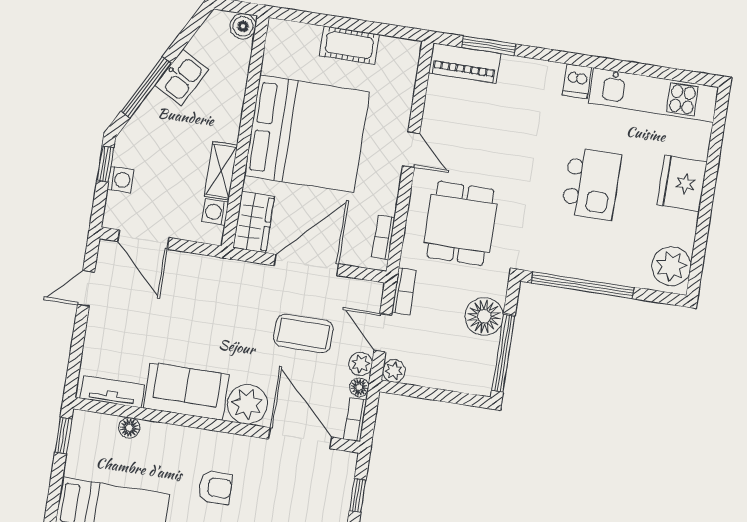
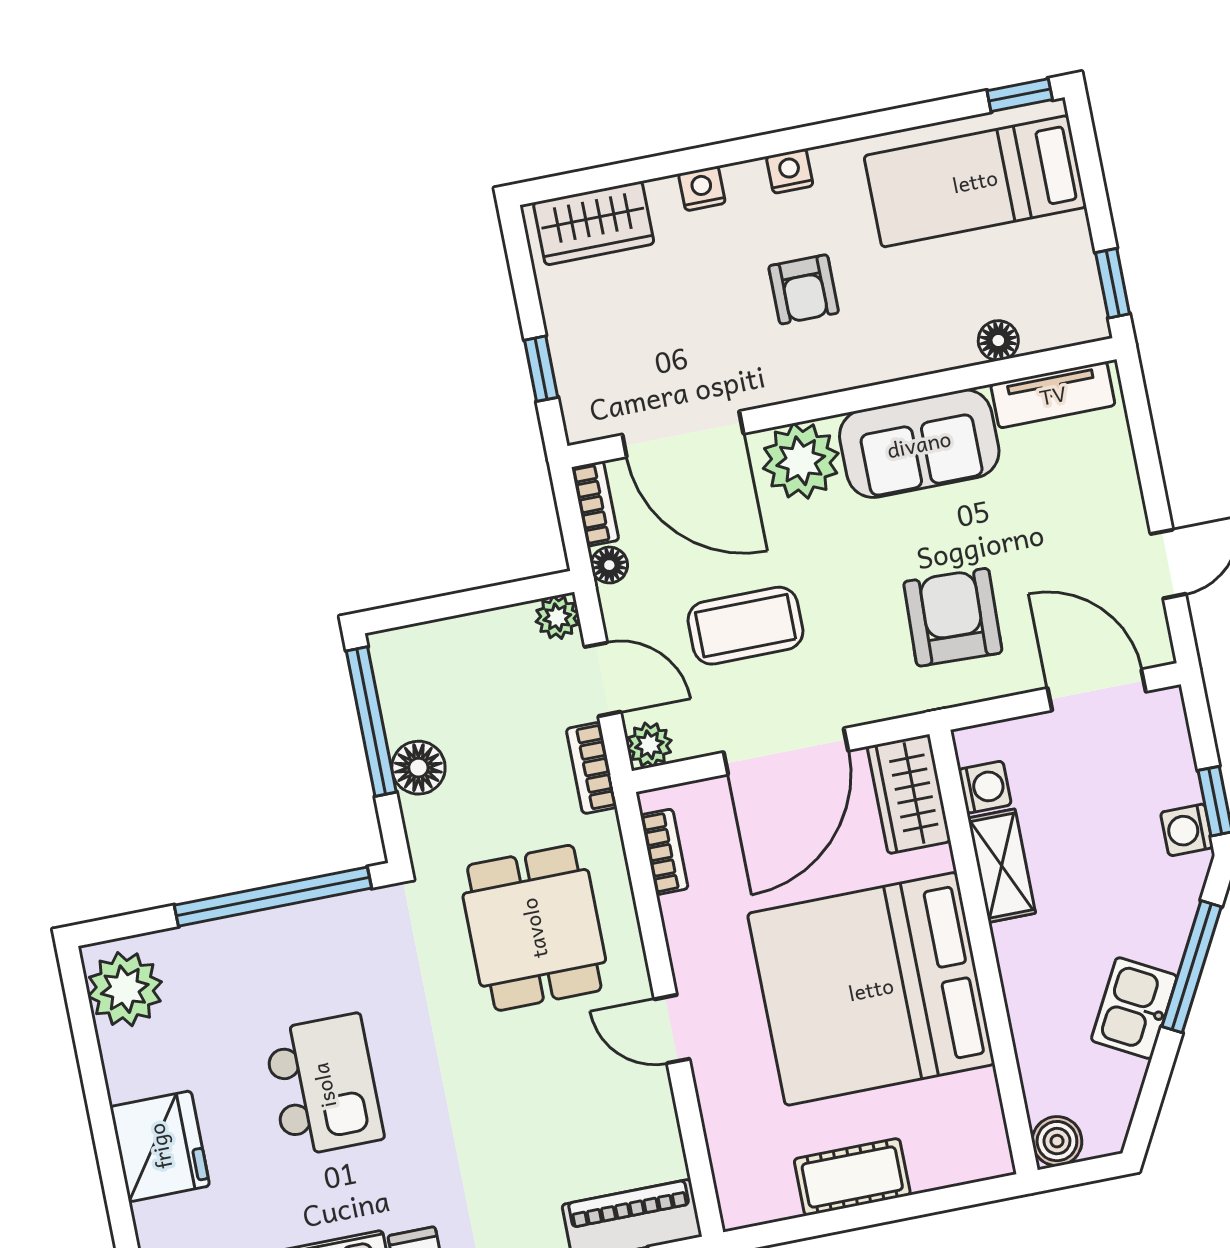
washing machine: (120, 180) -> (1187, 830), moved
kitchen island: (591, 184) -> (324, 1085), turned 180
armchair: (201, 301) -> (953, 617), added
floor lamp: (484, 316) -> (418, 768), width x0.73, depth x0.73
plant: (361, 364) -> (649, 745), moved
armchair: (215, 487) -> (804, 289), turned -90

